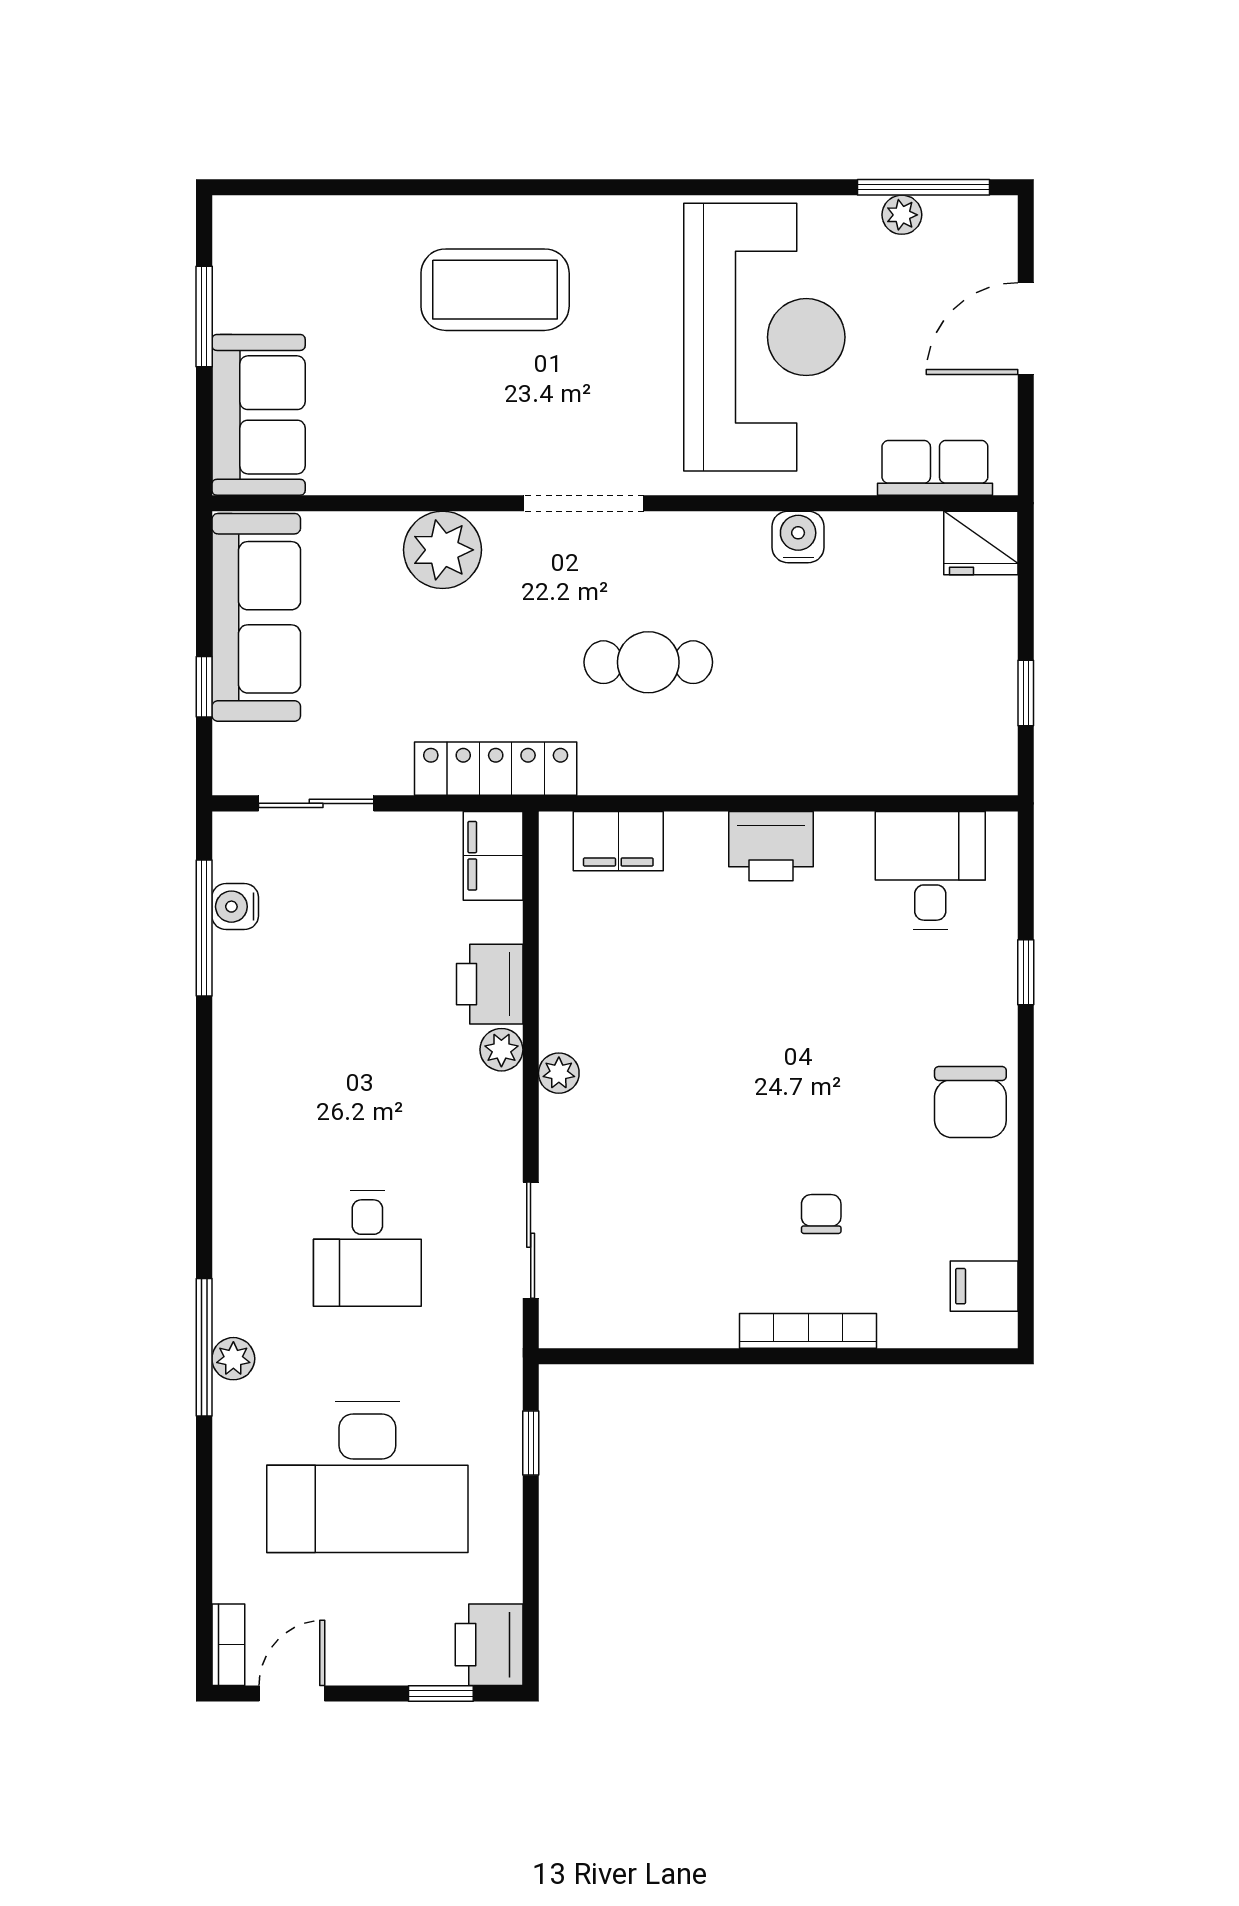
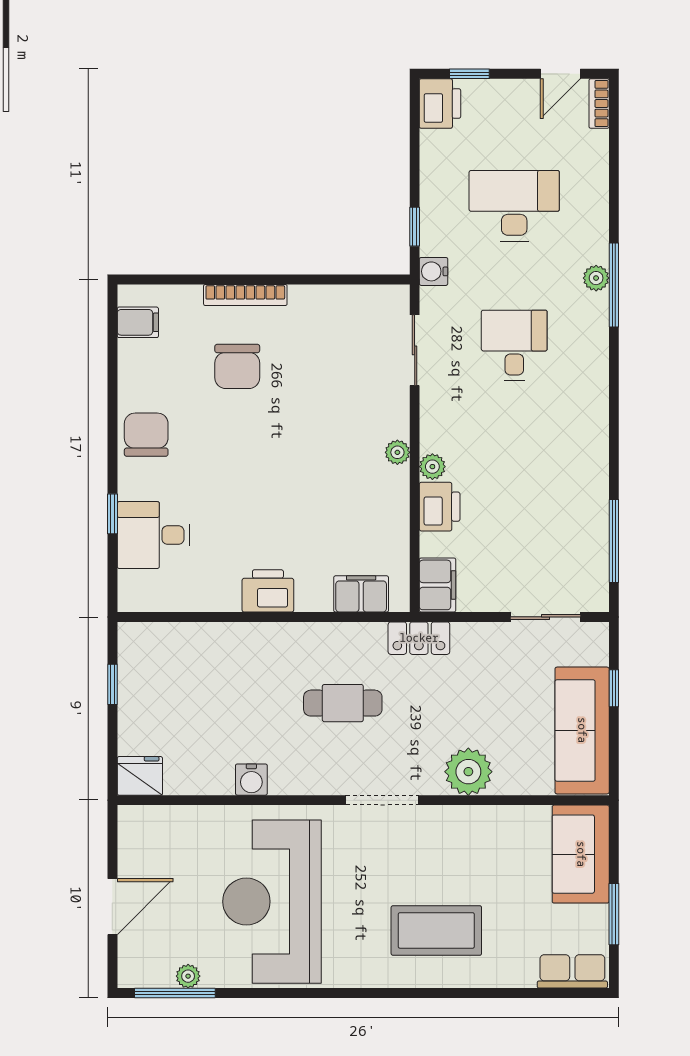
row of seats: (935, 468) -> (572, 971), moved, turned 180
locker: (496, 769) -> (419, 638), width x0.66
desk: (930, 871) -> (153, 535), moved, turned 90
water cooler: (235, 907) -> (434, 271), moved, turned 180
chair: (821, 1214) -> (237, 366), width x1.87, depth x1.87
desk: (367, 1477) -> (514, 206), width x0.73, depth x0.77

